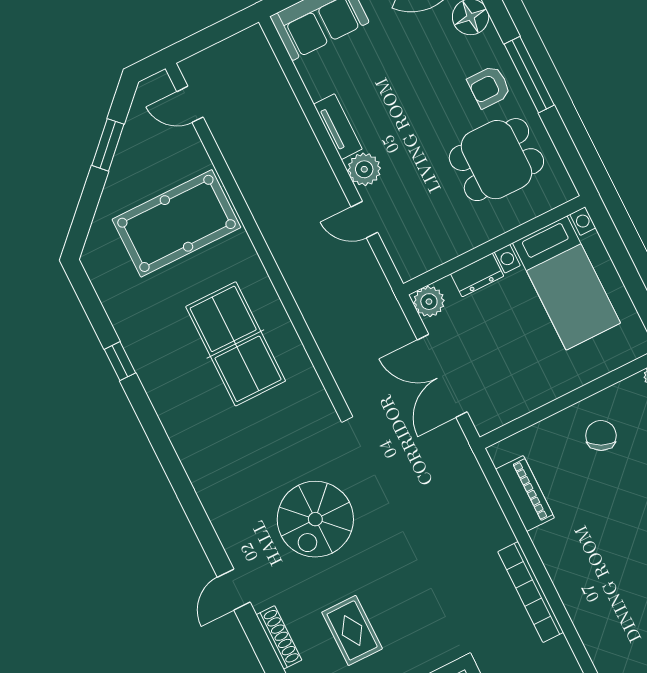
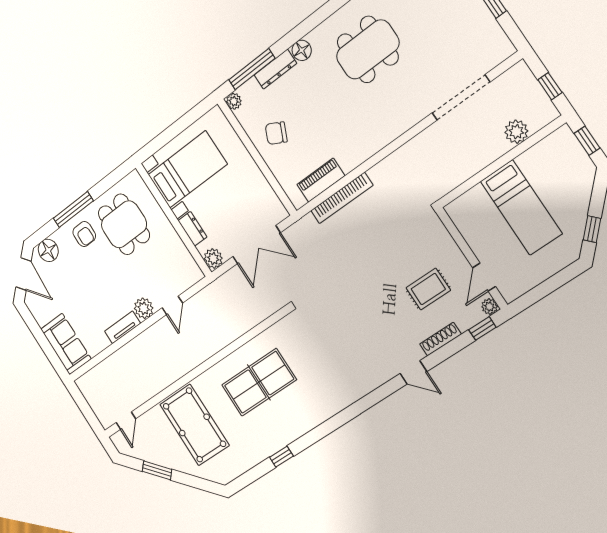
spiral stairs: (315, 519) -> (359, 321), removed
bookcase: (531, 592) -> (342, 198), moved

